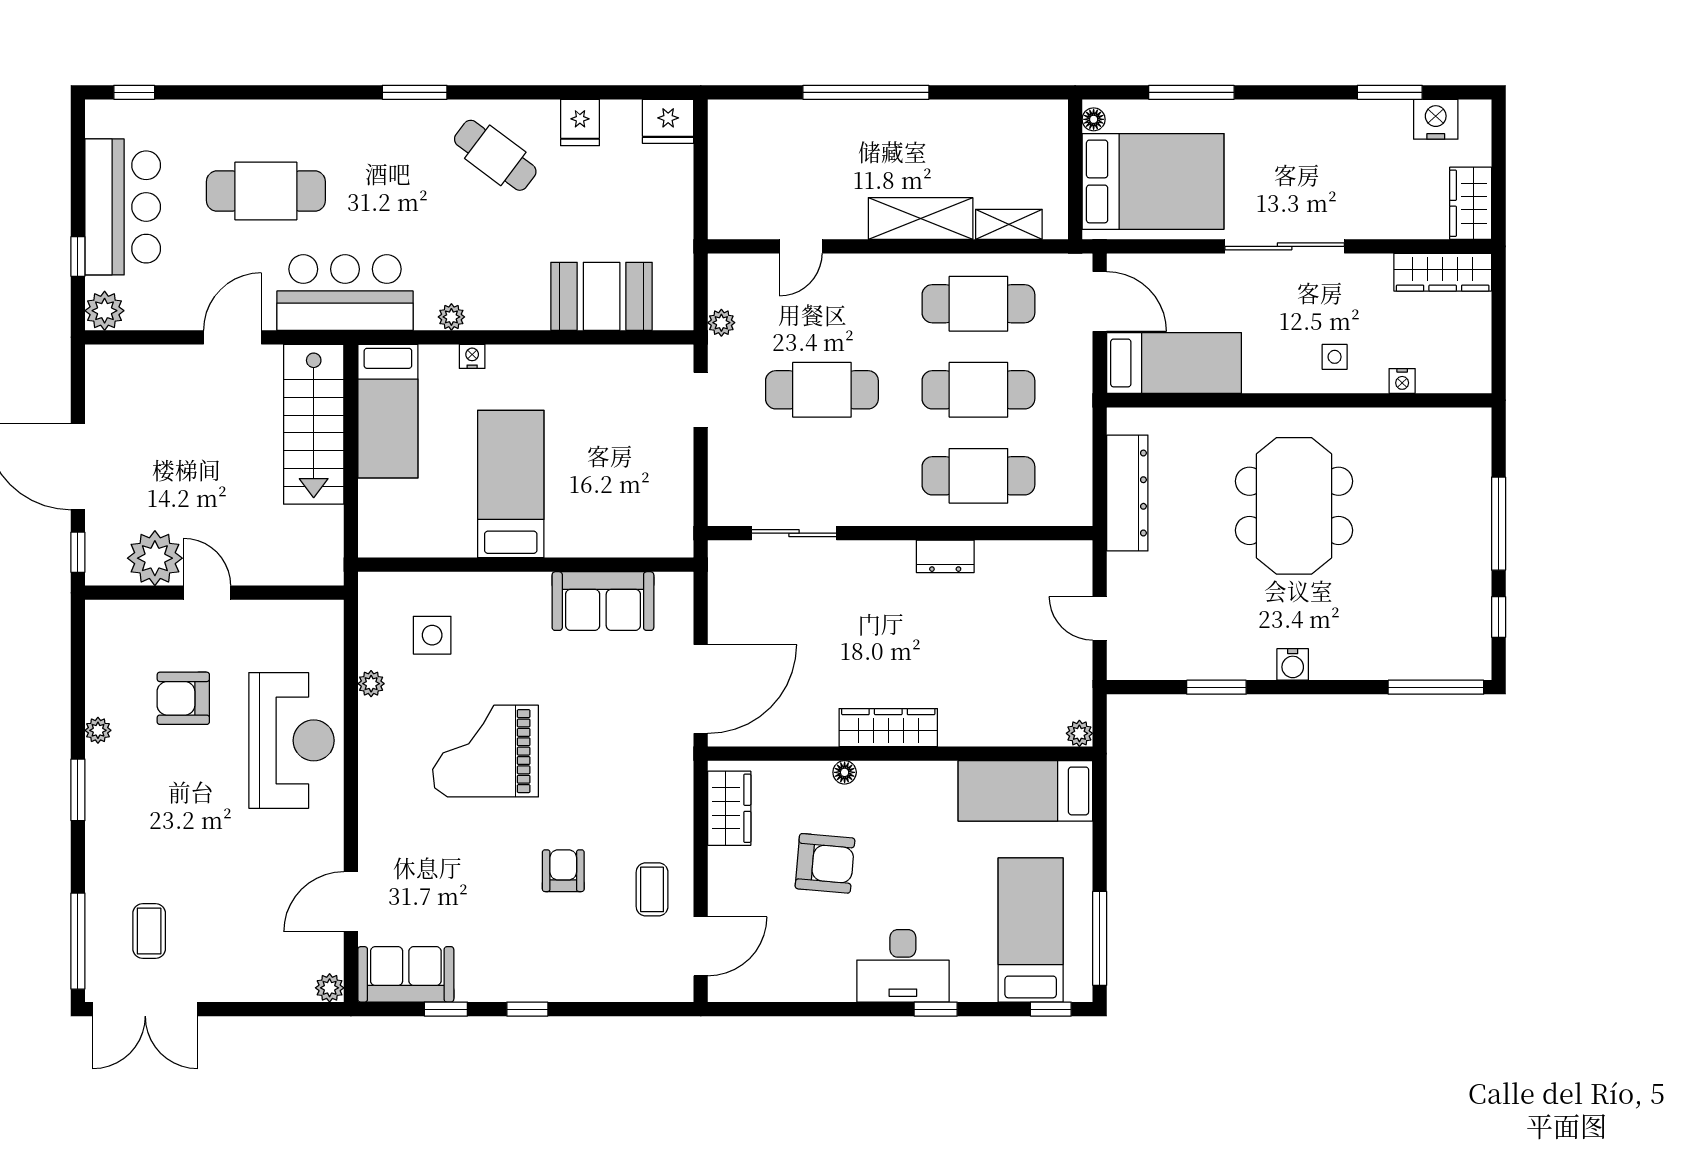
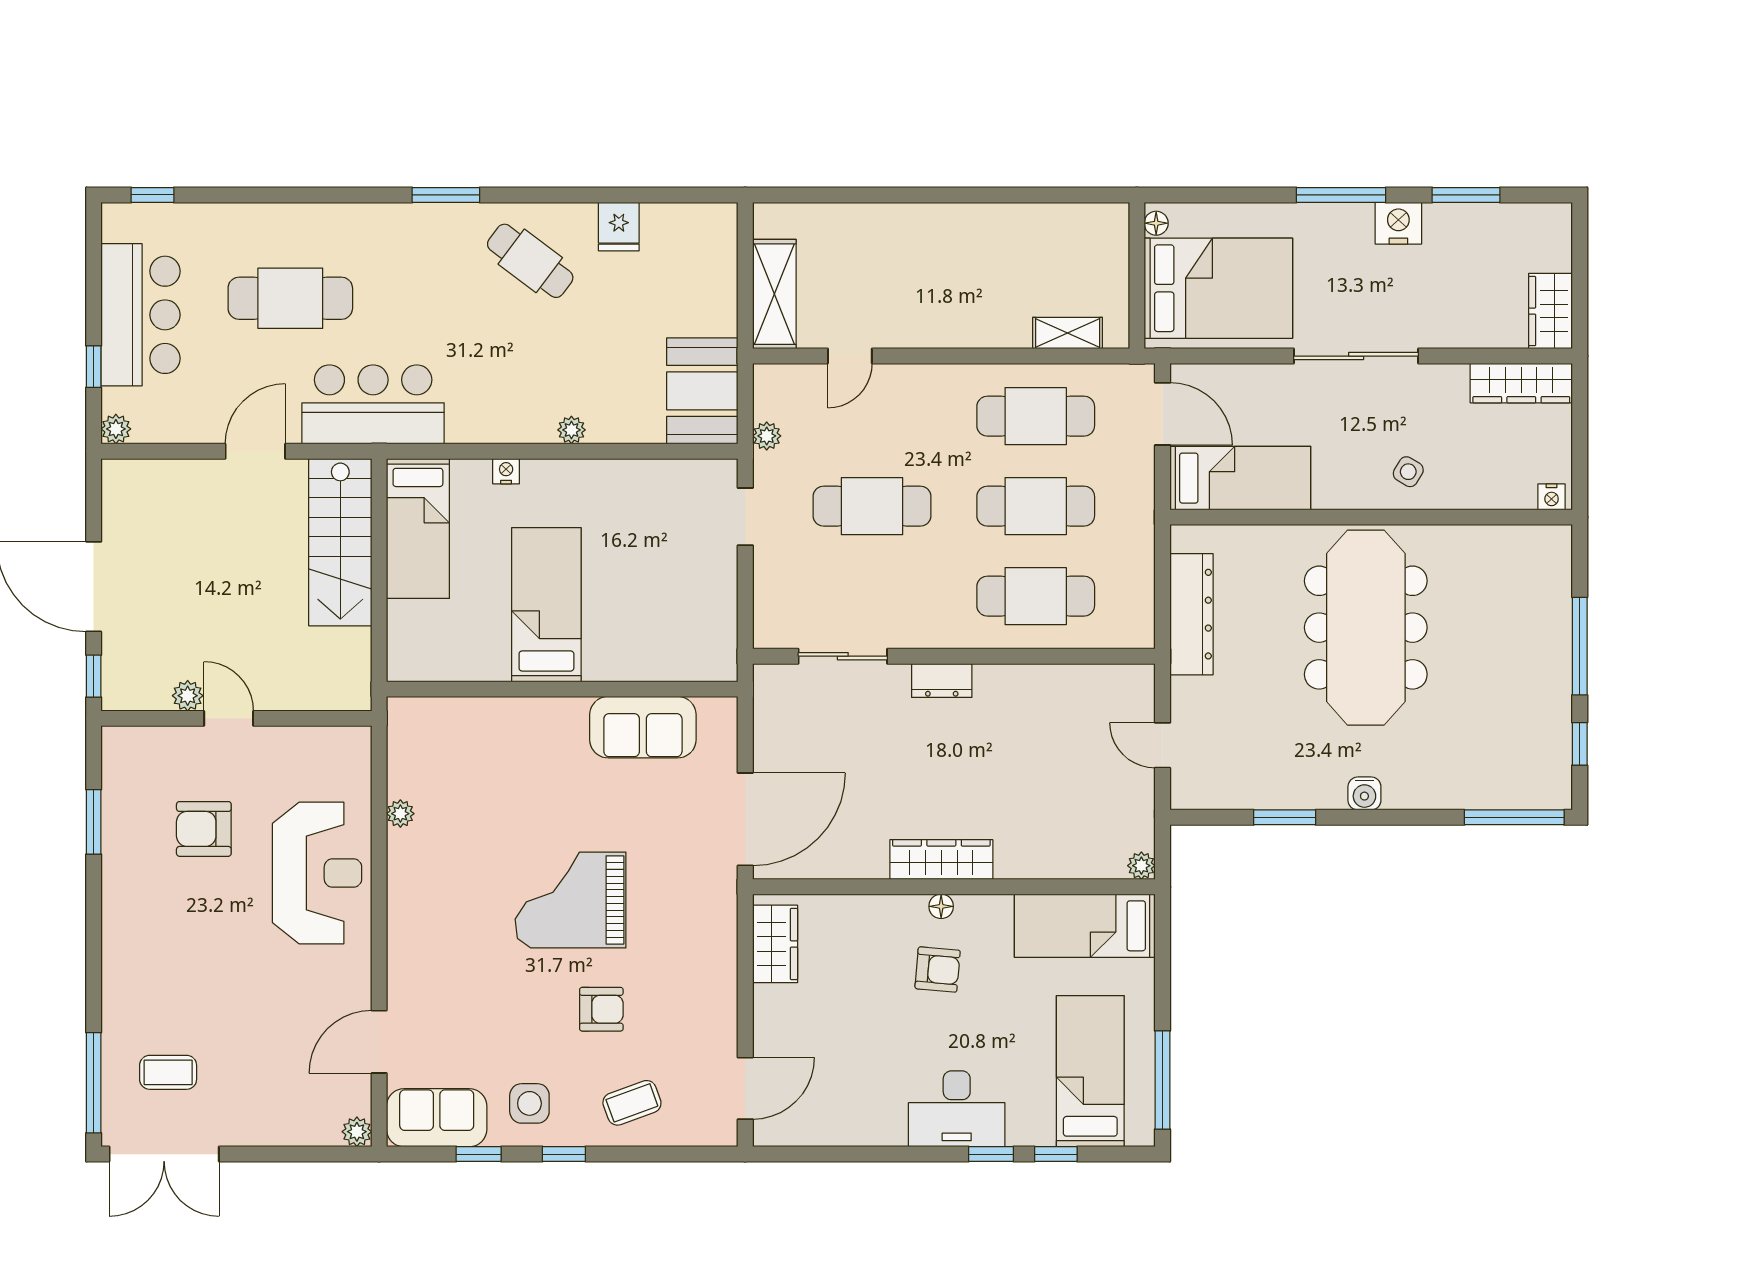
window: (866, 92) -> (918, 195), removed
window: (1191, 92) -> (1341, 195), moved
nightstand: (1436, 119) -> (1398, 223), moved
fridge: (668, 121) -> (711, 225), removed
shelving: (921, 218) -> (774, 294), moved, turned 90
booth: (602, 296) -> (702, 391), moved, turned 90
plant: (105, 311) -> (116, 429), width x0.73, depth x0.73
plant: (451, 317) -> (571, 430), moved
side table: (1335, 357) -> (1408, 472), turned 31
nightstand: (1402, 381) -> (1552, 497), moved
meeting table: (1294, 506) -> (1366, 628), width x1.36
dresser: (945, 556) -> (942, 680), moved
plant: (155, 558) -> (188, 696), width x0.53, depth x0.53
side table: (432, 635) -> (529, 1103), moved
plant: (98, 730) -> (115, 862), removed
grand piano: (486, 751) -> (571, 900), moved
floor lamp: (845, 772) -> (941, 906), moved
window: (78, 790) -> (94, 822), moved
armchair: (825, 863) -> (938, 969), moved, width x0.72, depth x0.72
armchair: (563, 871) -> (601, 1009), turned 90
coffee table: (652, 889) -> (632, 1103), moved, turned 70
coffee table: (149, 931) -> (168, 1072), turned 90
window: (1051, 1009) -> (1056, 1154), moved

